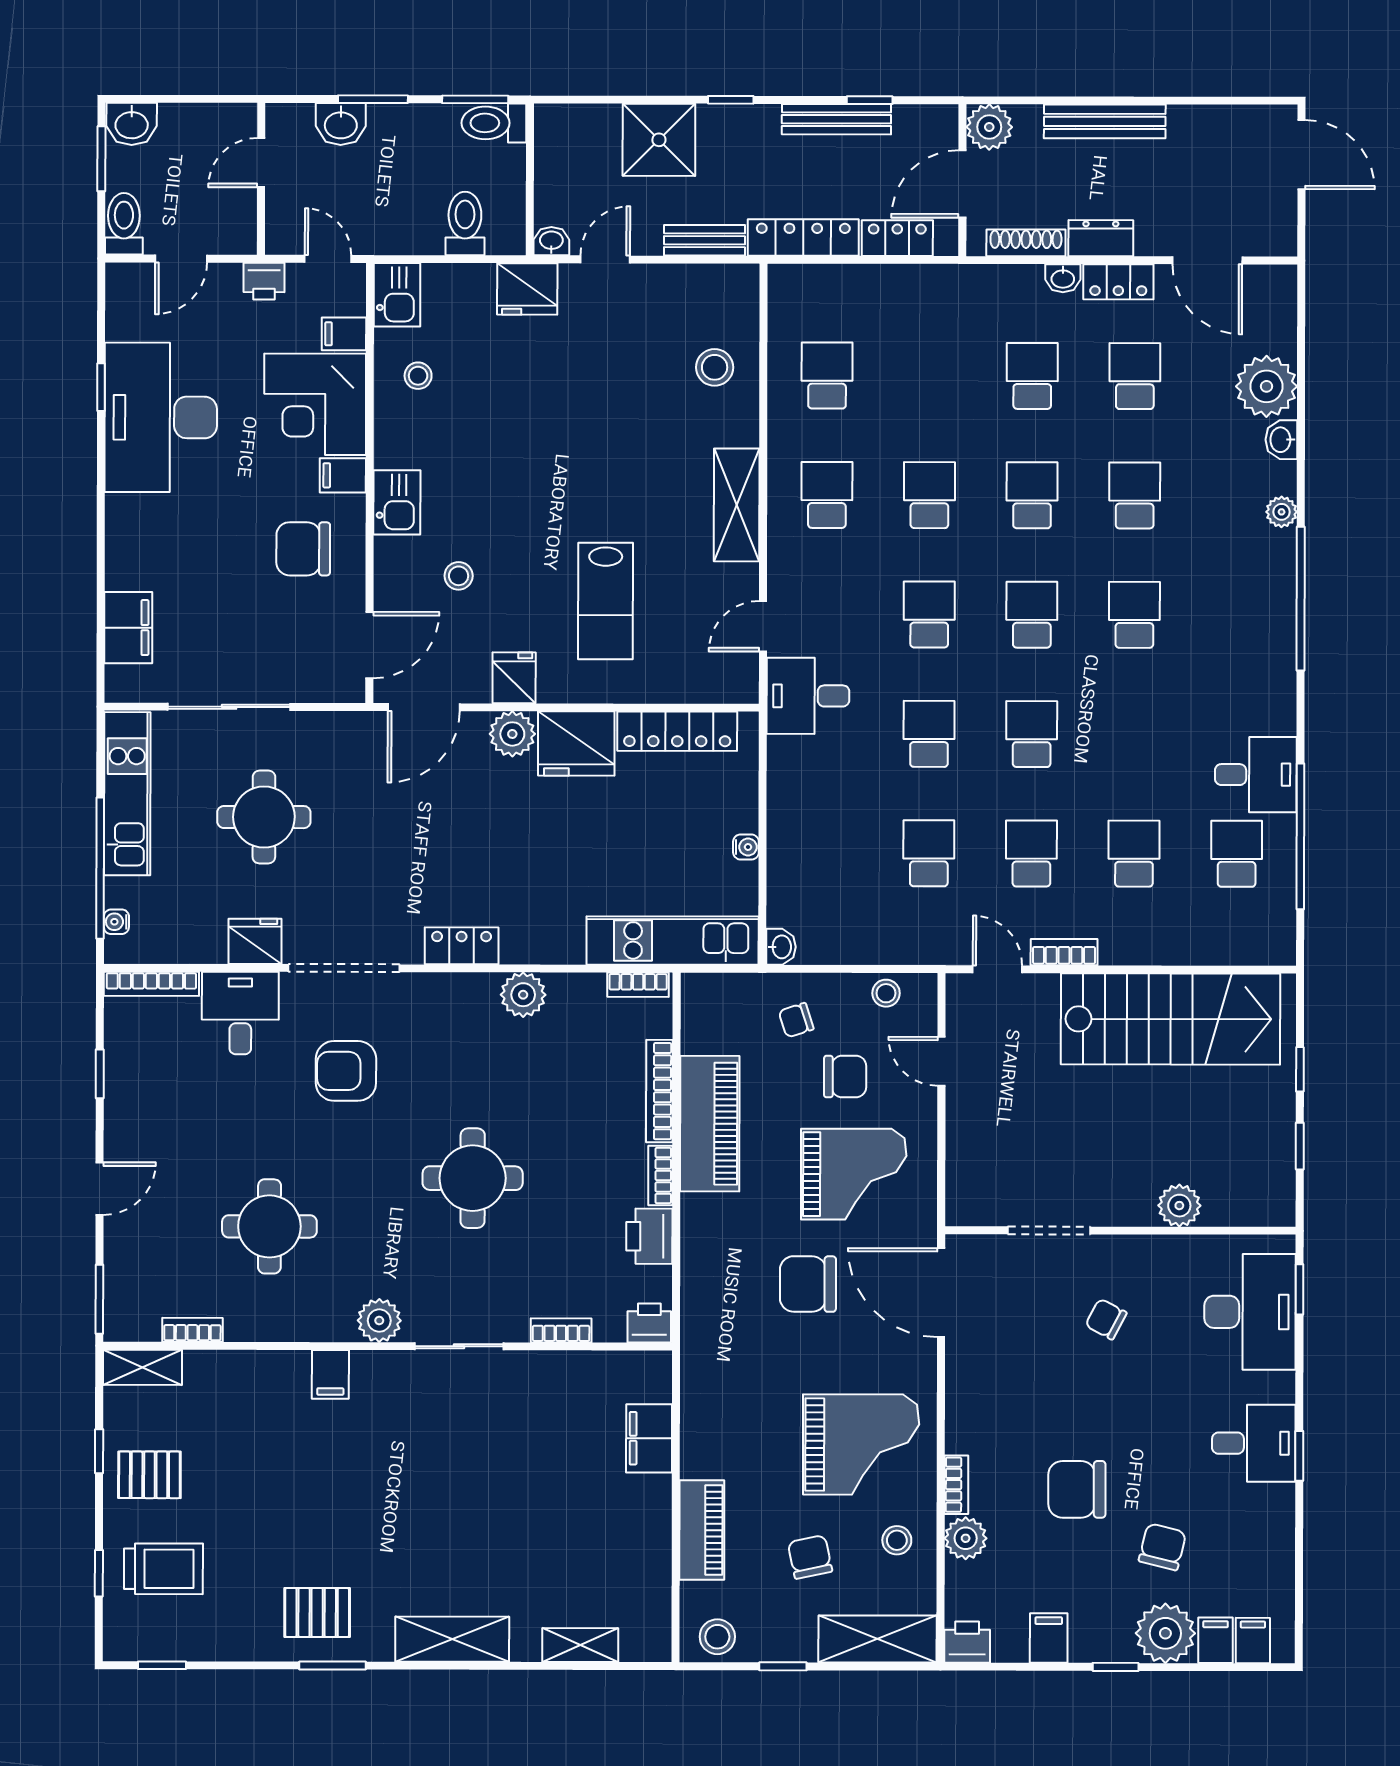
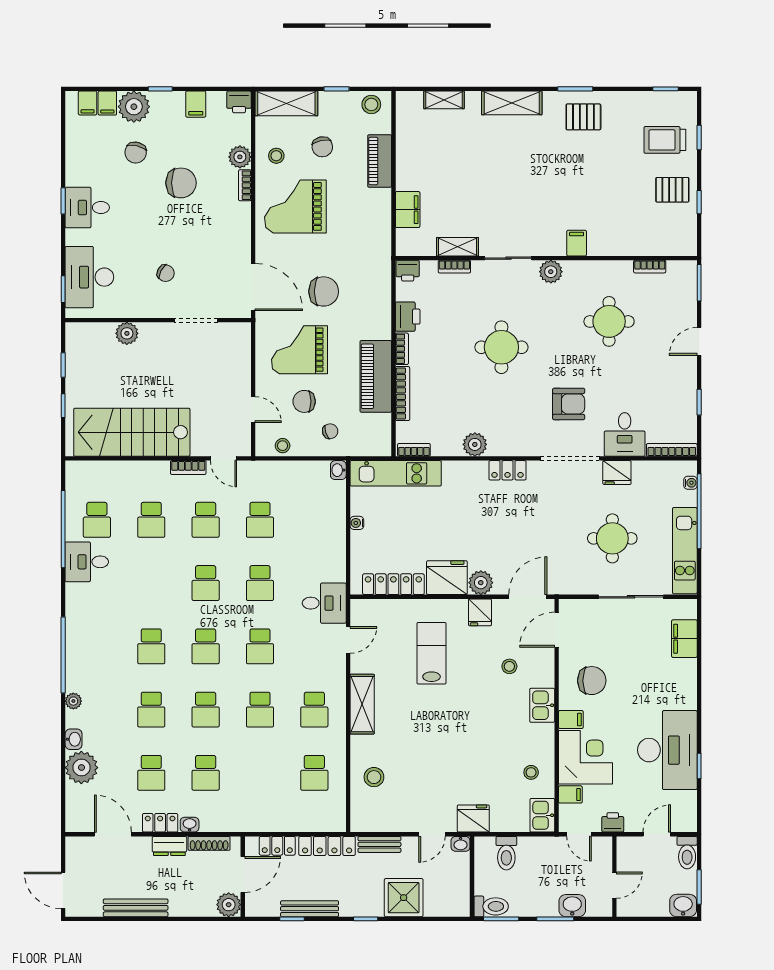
bench: (1105, 121) -> (136, 908), moved
shelving: (143, 1367) -> (458, 247), moved

